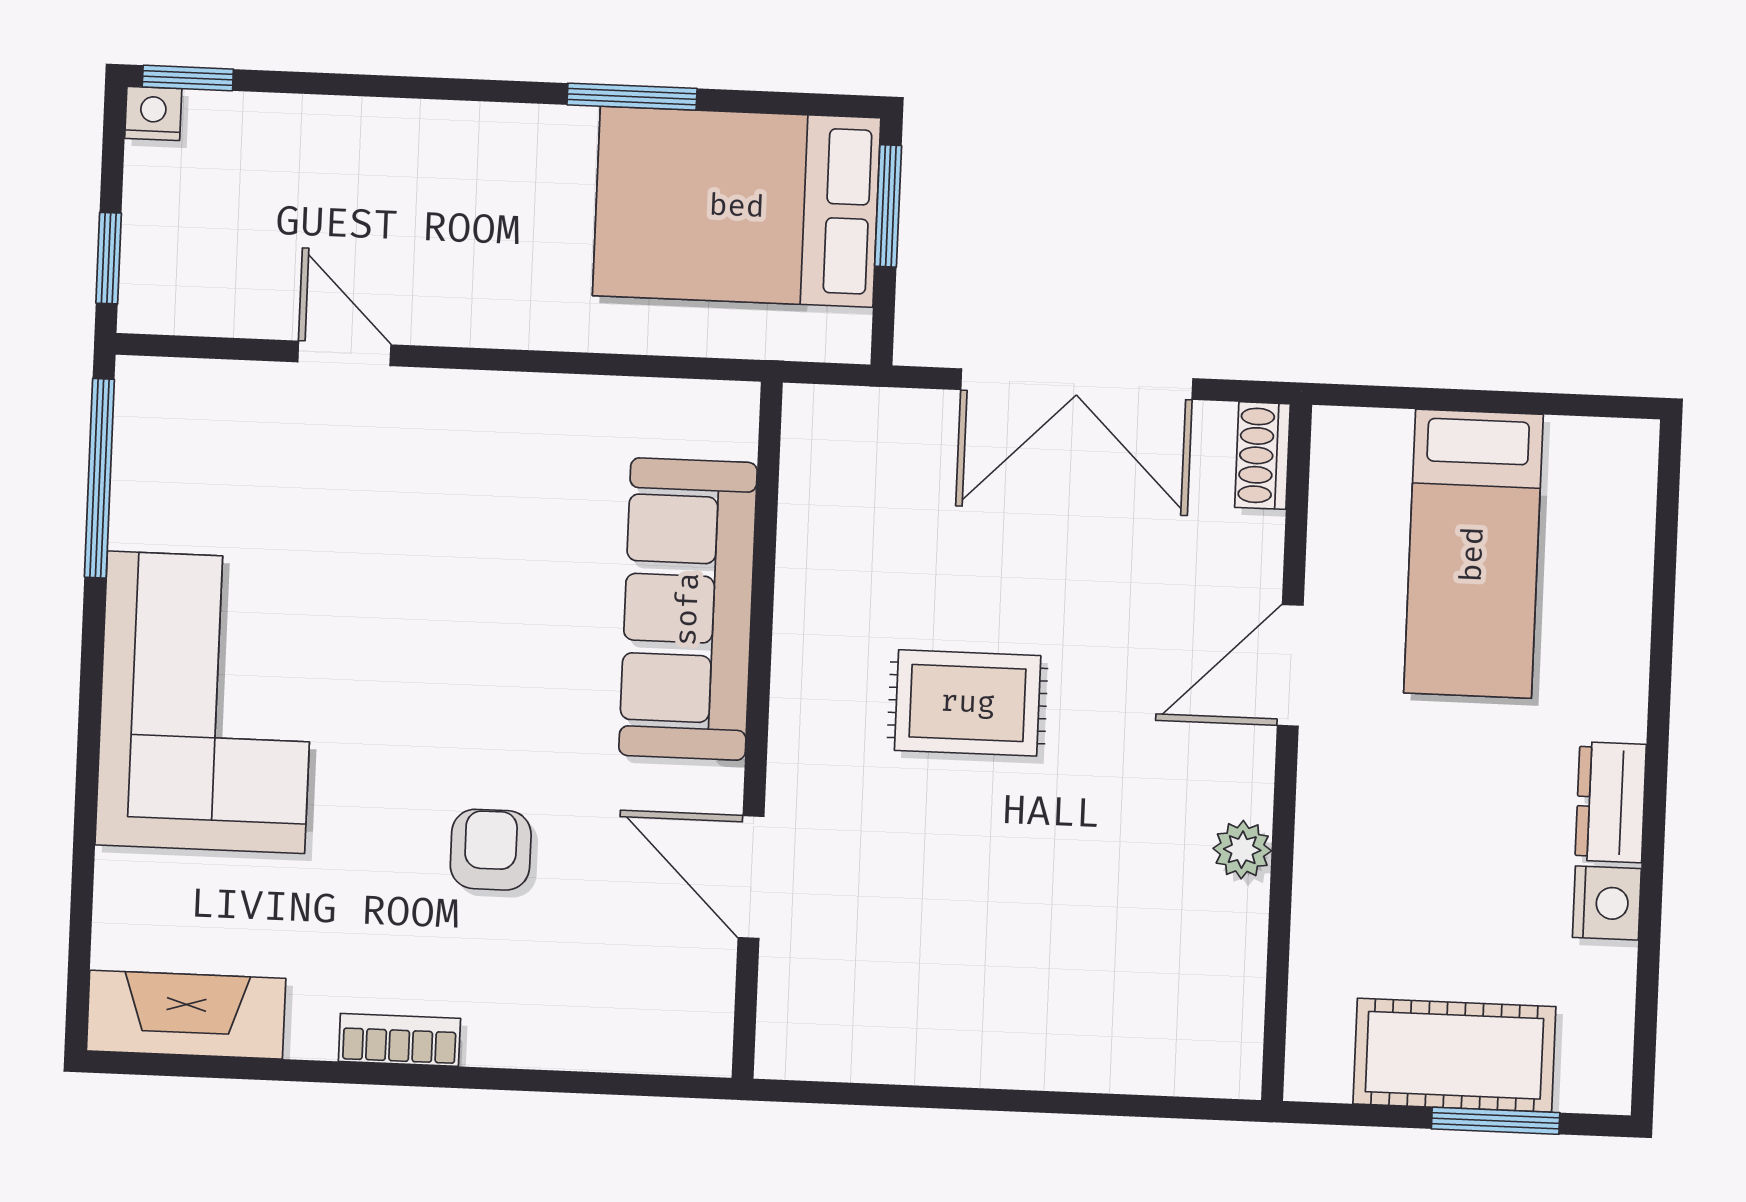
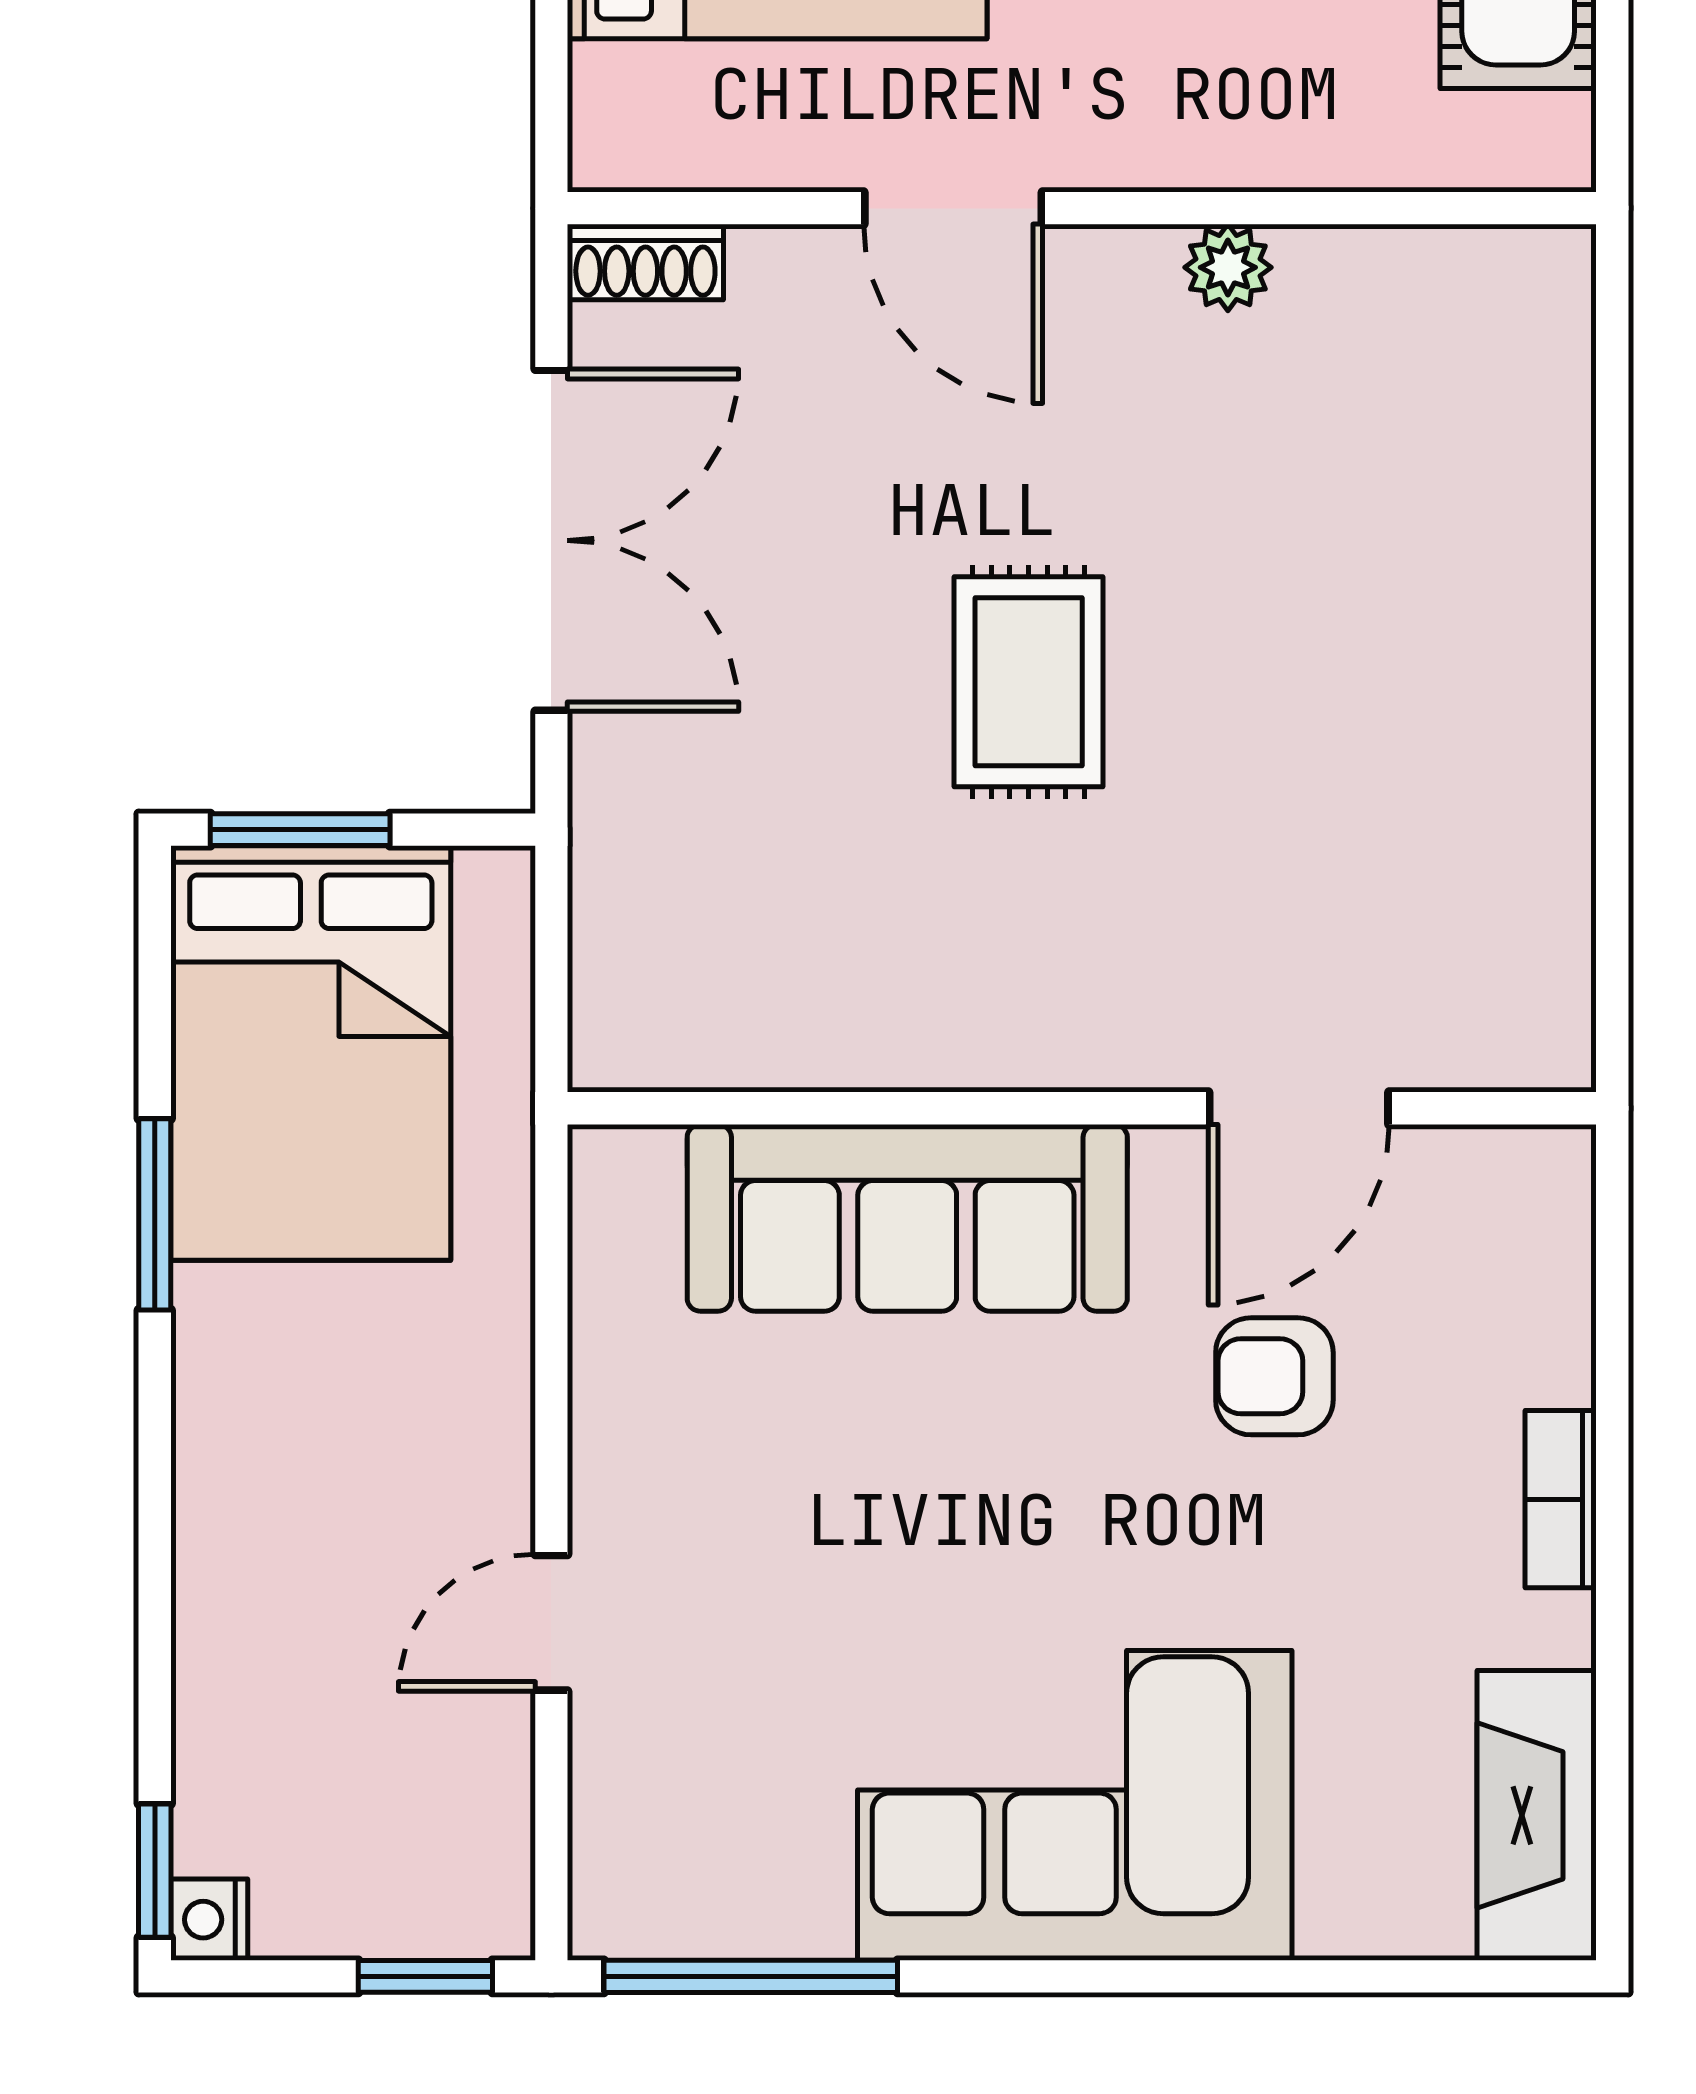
sofa: (688, 609) -> (907, 1218), moved
wall: (757, 730) -> (1082, 1108), moved
door: (751, 877) -> (1299, 1108), moved

